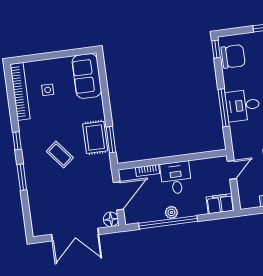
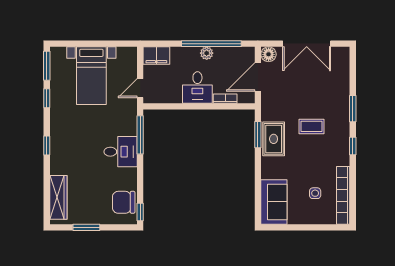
window: (224, 108) -> (140, 135), moved
coffee table: (60, 155) -> (311, 126), turned -51
double door: (75, 235) -> (307, 44), swing flipped

